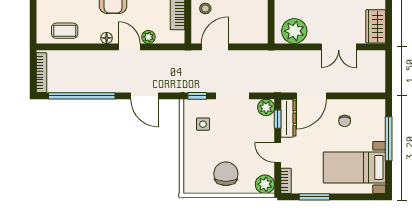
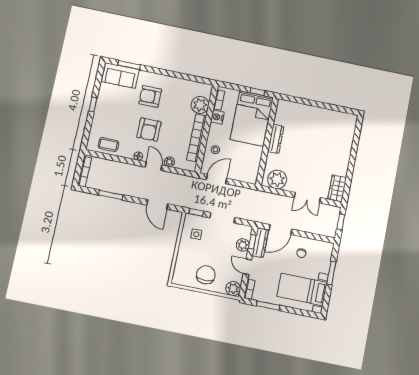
window: (389, 70) -> (341, 222), added
window: (82, 96) -> (111, 195), width x0.47
plant: (266, 107) -> (243, 245), moved
window: (389, 139) -> (331, 273), width x0.69

